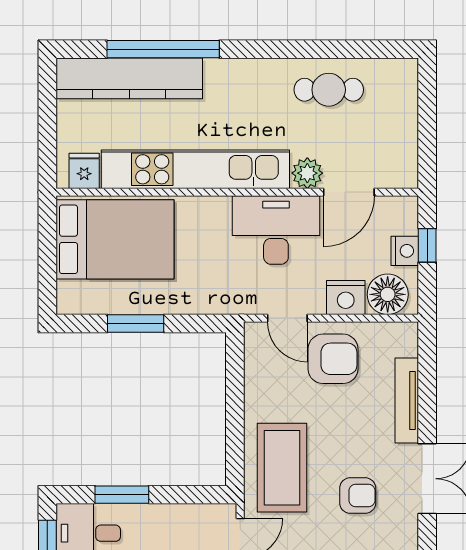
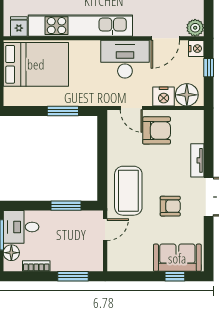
plant: (307, 173) -> (195, 28), moved
nightstand: (405, 251) -> (196, 49), moved
window: (136, 323) -> (63, 111), moved
tv unit: (407, 400) -> (197, 160), width x0.71
window: (122, 495) -> (66, 206), moved

